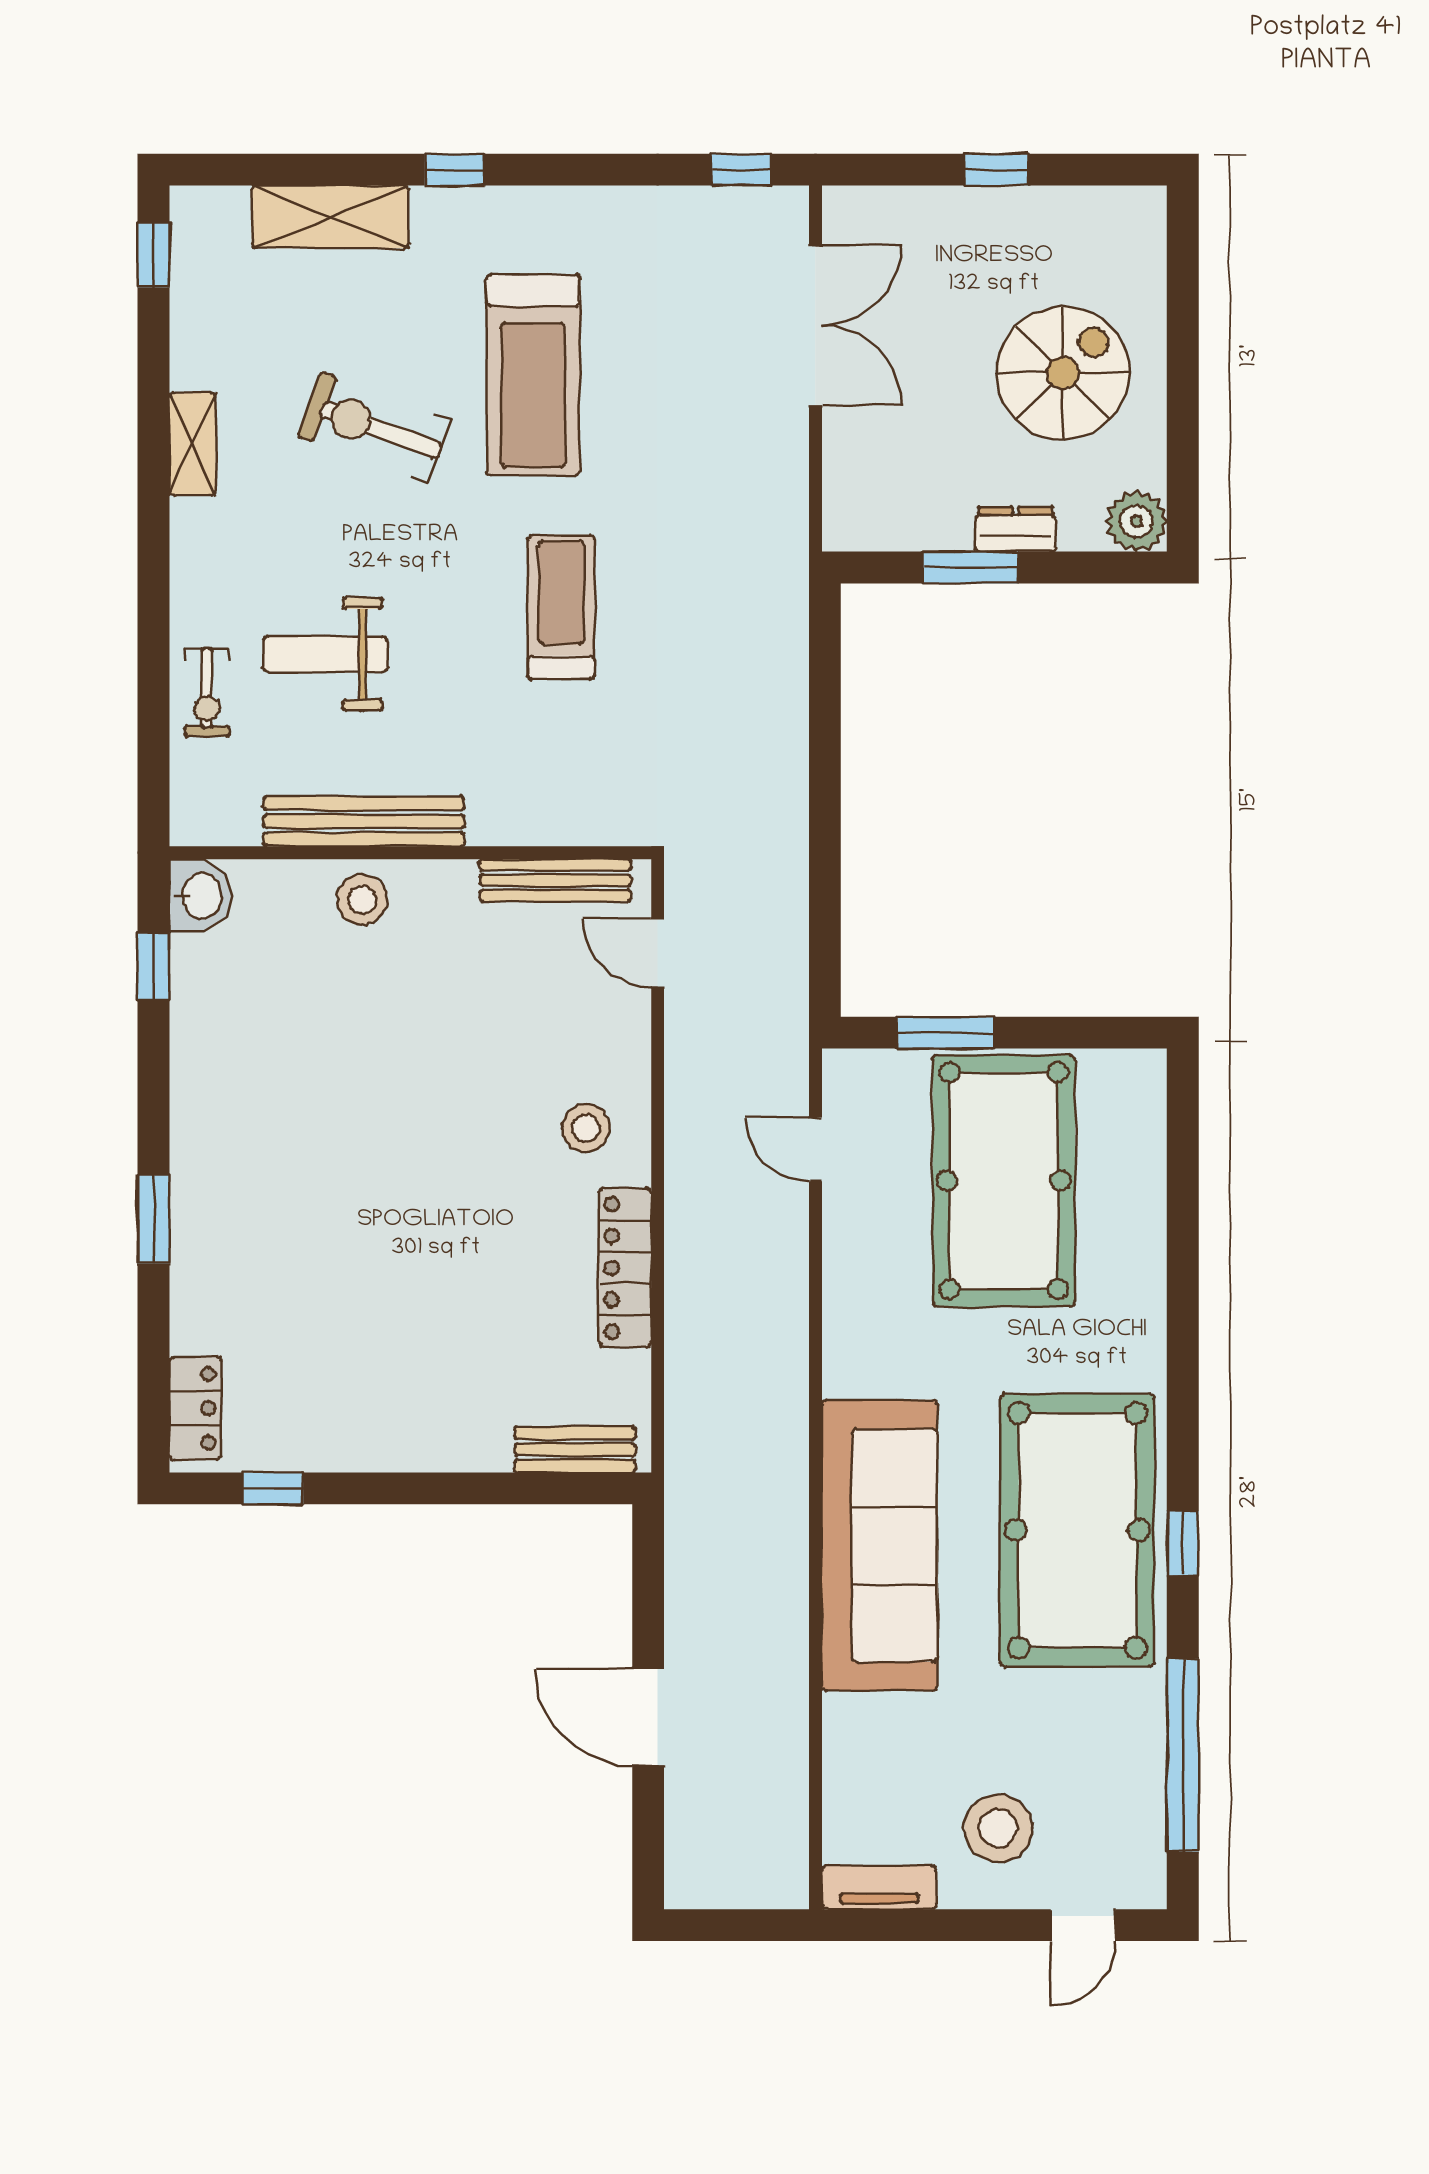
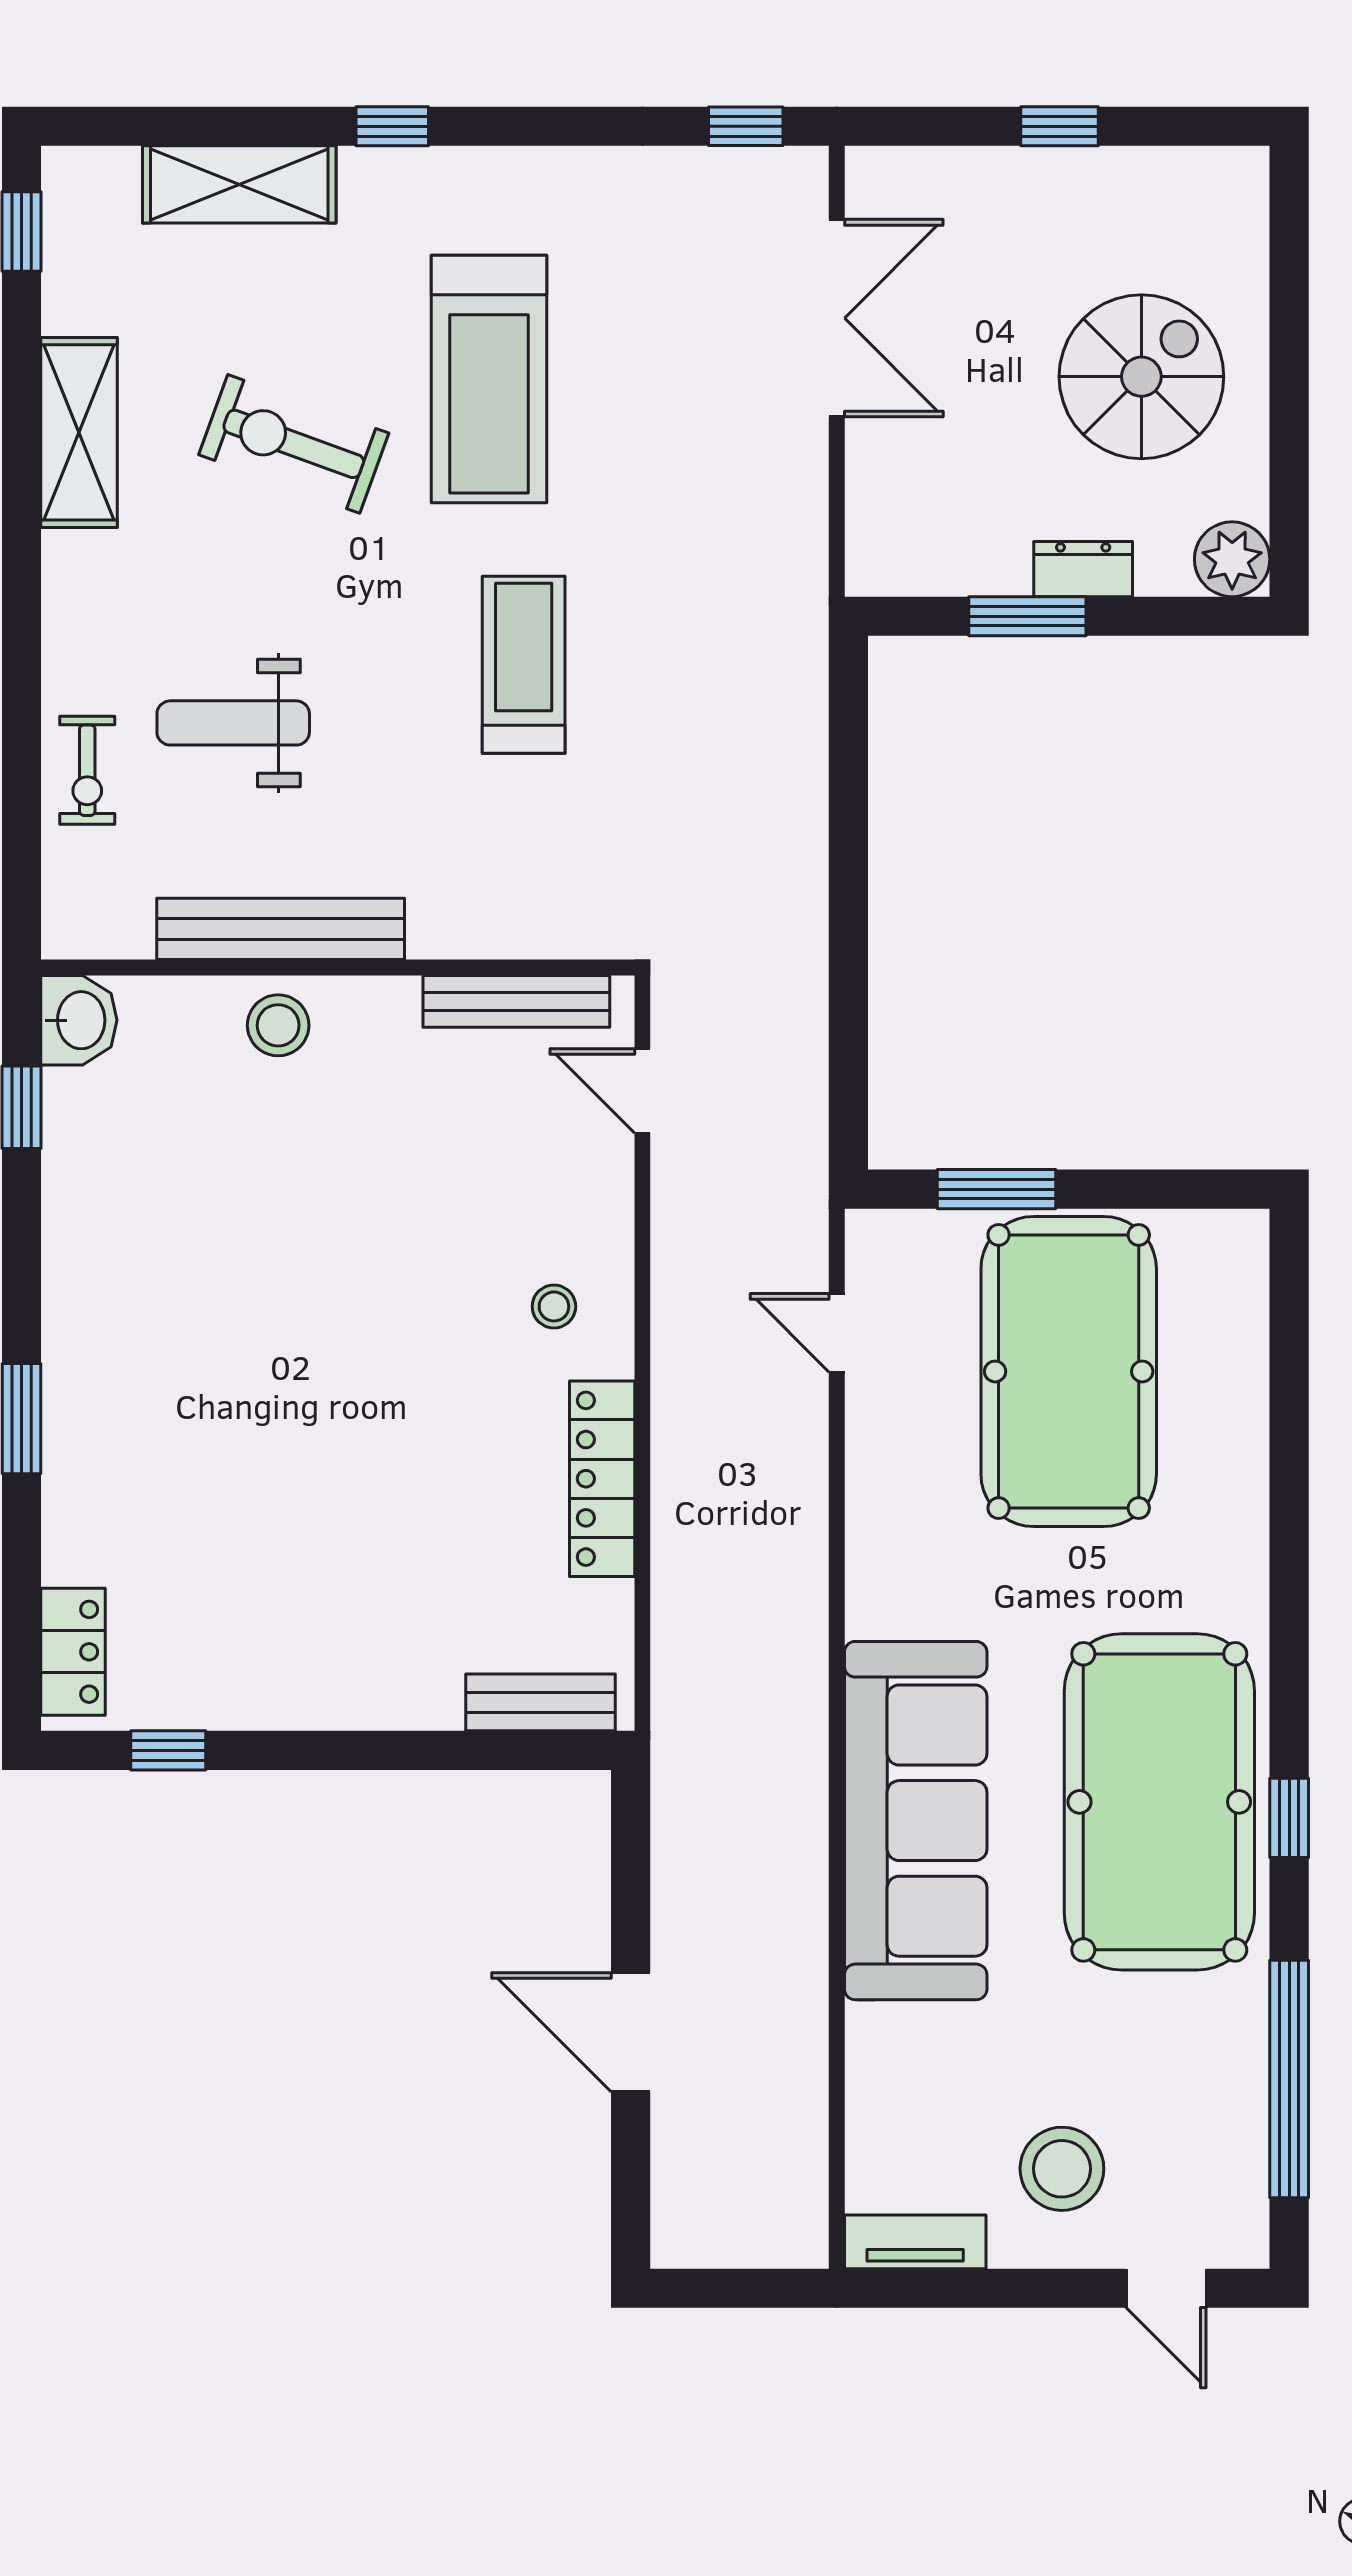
shelving: (192, 444) -> (79, 432), width x1.50, depth x1.33
stool: (586, 1128) -> (554, 1306), width x0.73, depth x0.73
door: (1083, 1925) -> (1166, 2288), hinge flipped

